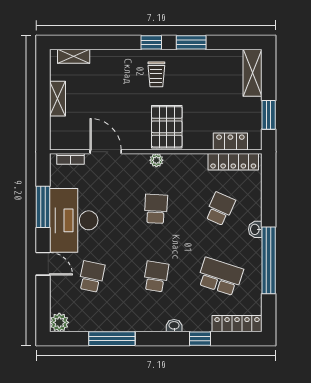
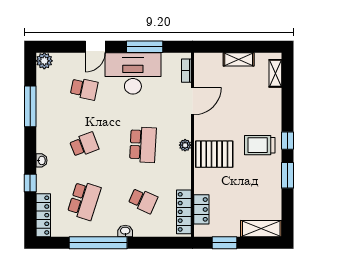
trolley: (156, 74) -> (260, 145), width x1.36, depth x1.39
school desk: (156, 209) -> (143, 145), width x1.85
school desk: (156, 277) -> (84, 145), turned -30

